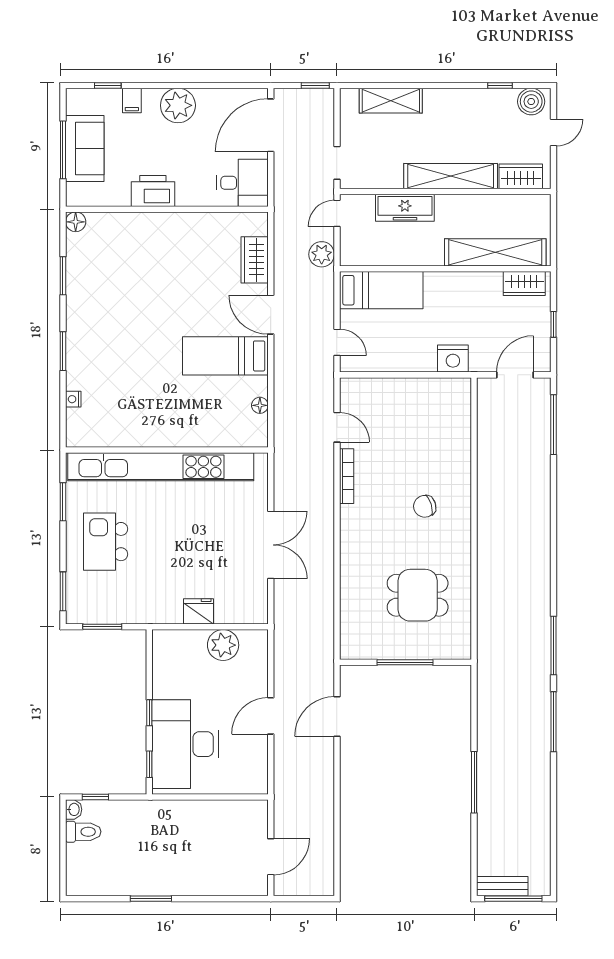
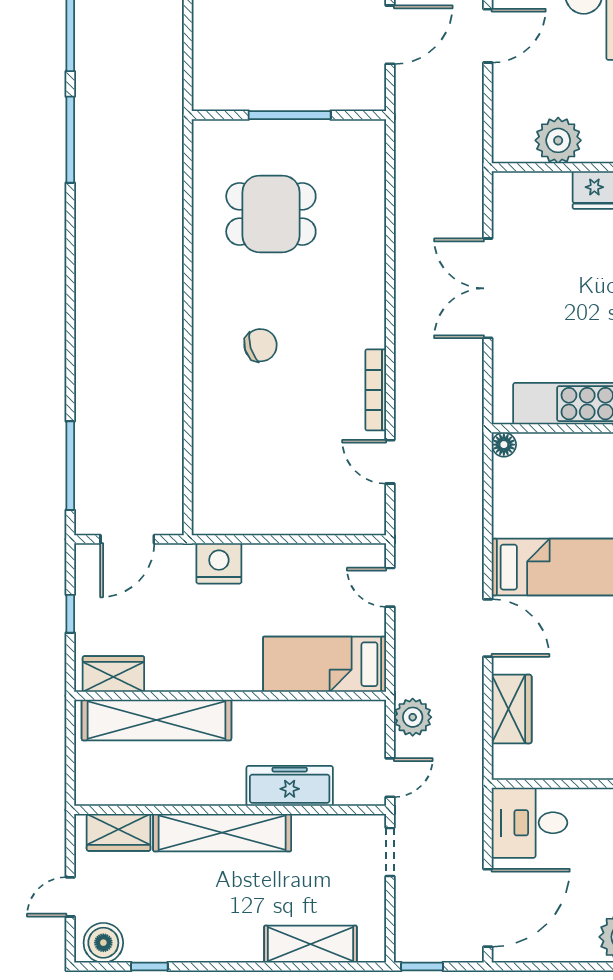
floor lamp: (260, 405) -> (504, 445), moved

